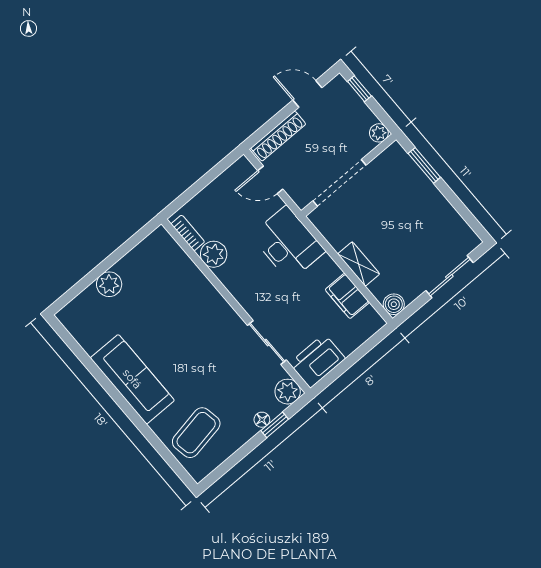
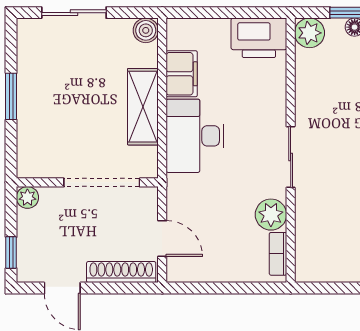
window: (424, 165) -> (11, 96), moved
desk: (288, 243) -> (195, 136), moved
shelving: (359, 264) -> (143, 107), width x1.50, depth x1.33
sliding door: (267, 343) -> (291, 157), moved

